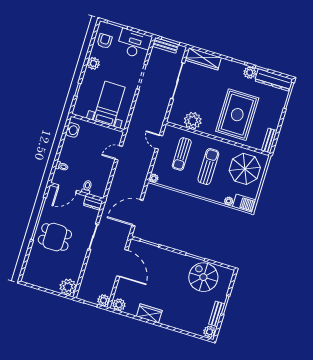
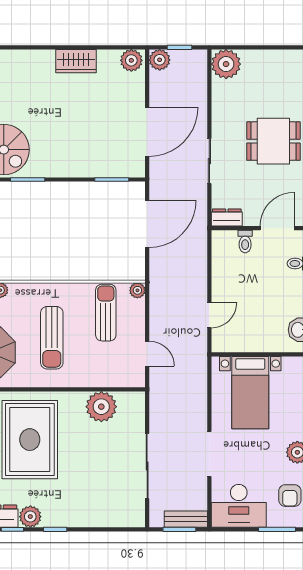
wardrobe: (203, 59) -> (115, 516), removed
sun lounger: (182, 154) -> (106, 313), moved
door: (122, 263) -> (147, 132), swing flipped

